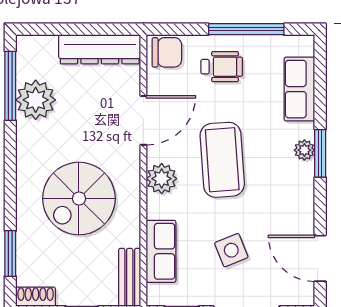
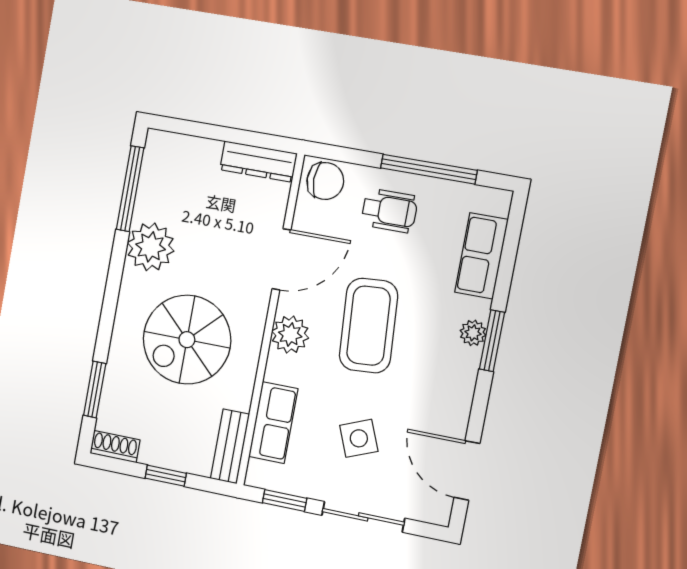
dresser: (100, 49) -> (258, 162), width x0.73, depth x0.80
plant: (36, 100) -> (151, 247), moved

